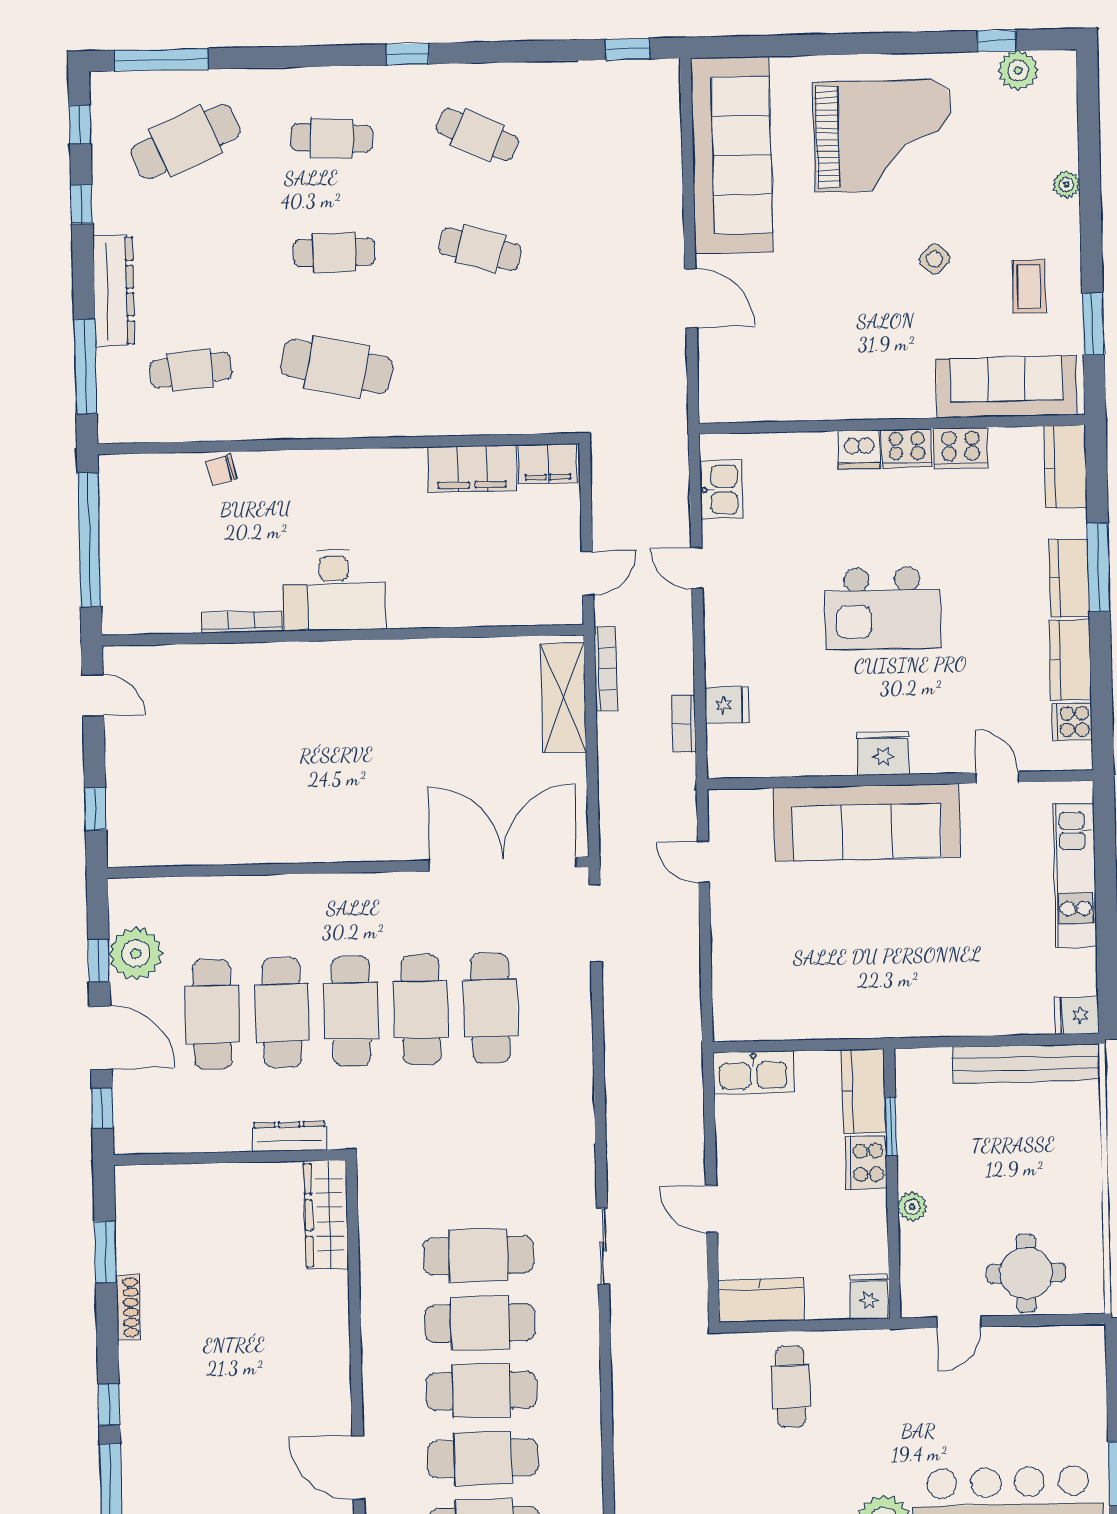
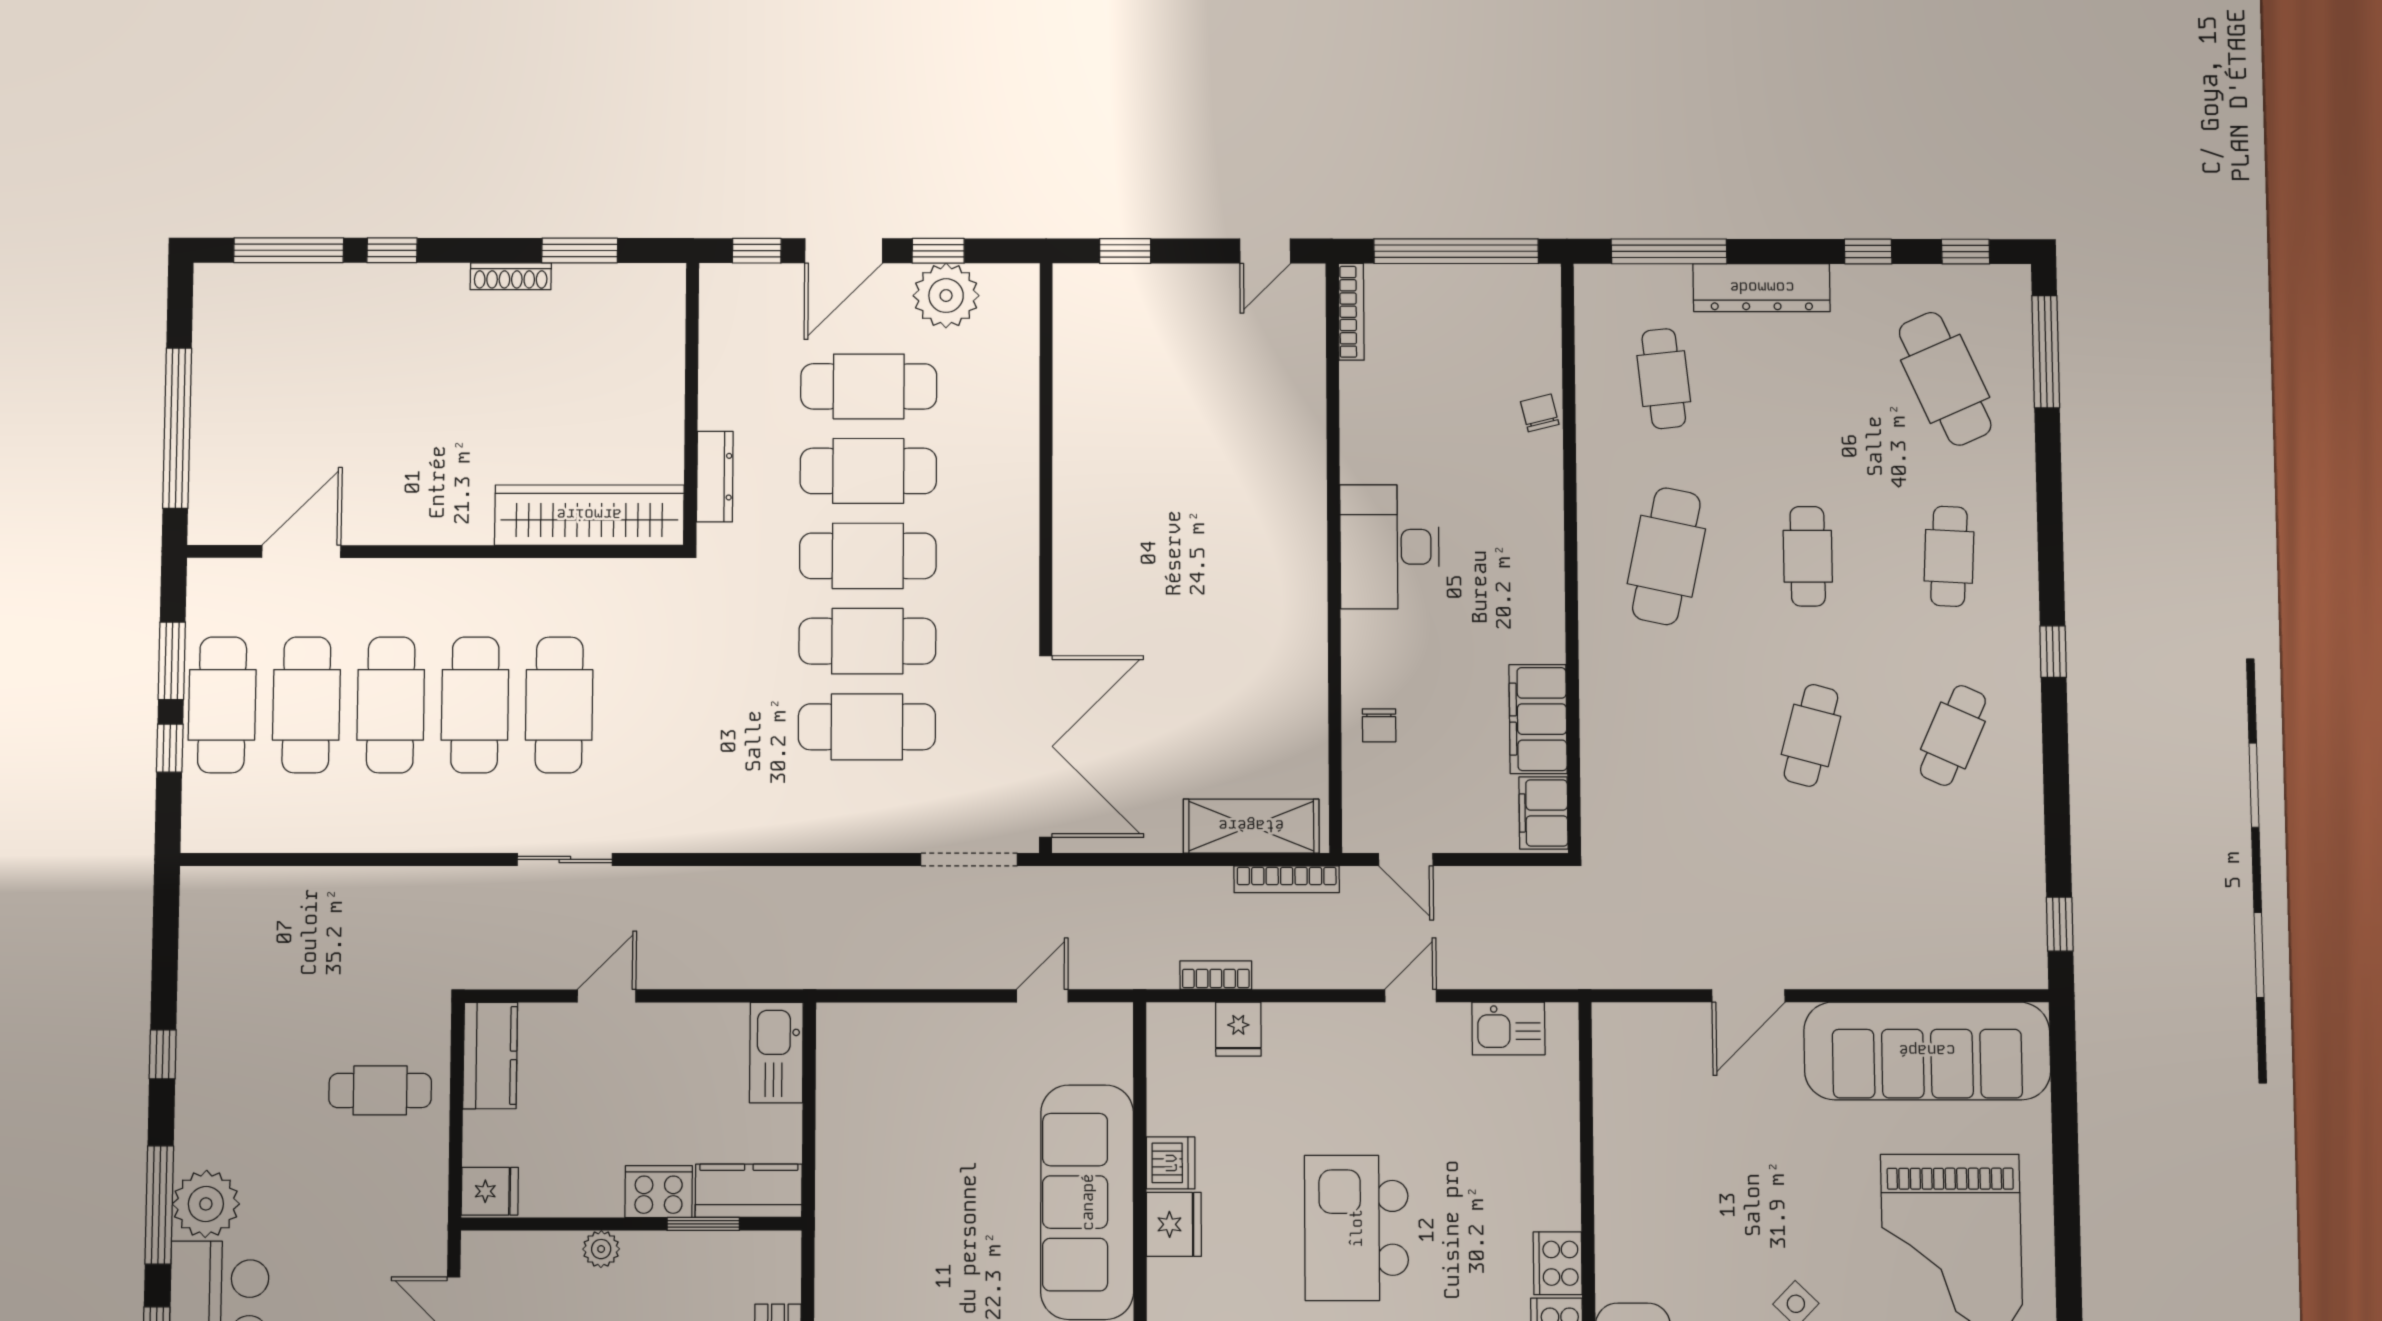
dishwasher: (859, 449) -> (1171, 1163), moved, turned 180
chair: (480, 596) -> (1379, 725), added
bookcase: (241, 622) -> (1351, 312), moved
wardrobe: (326, 1215) -> (589, 515), width x1.40, depth x1.17

